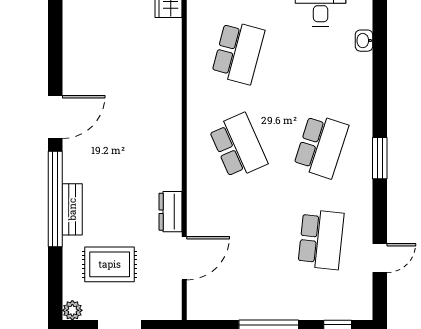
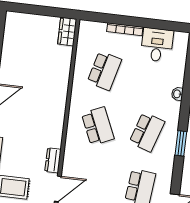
washbasin: (364, 41) -> (177, 94), moved

